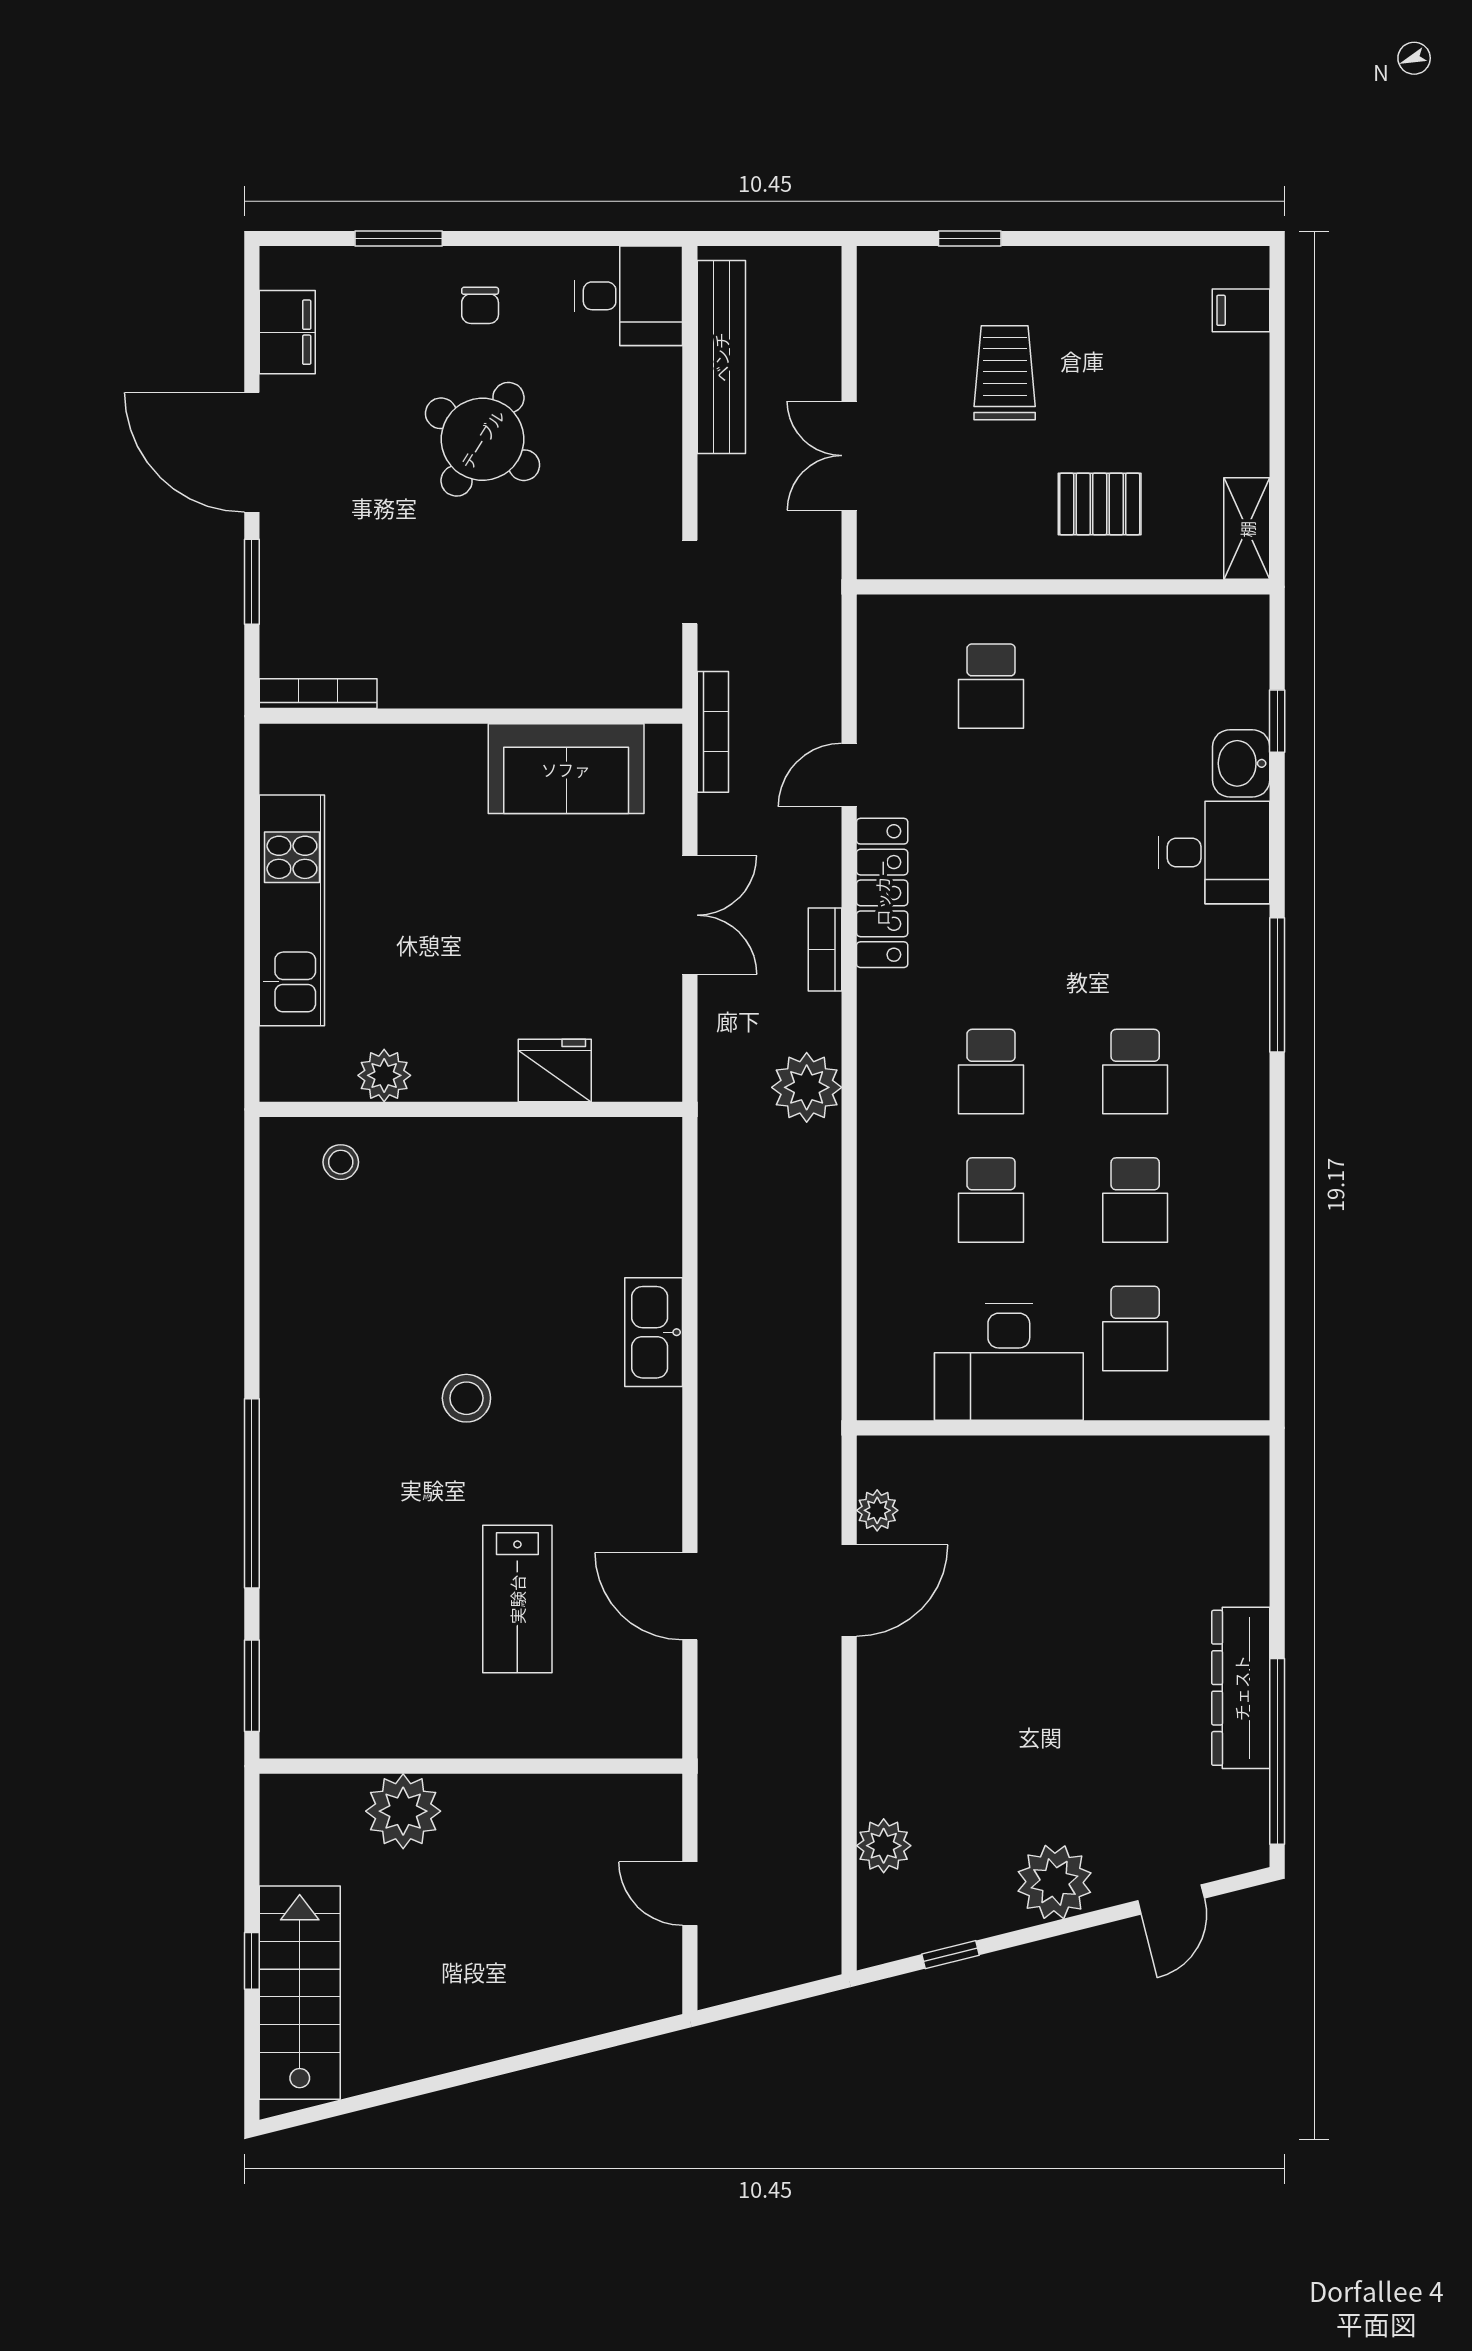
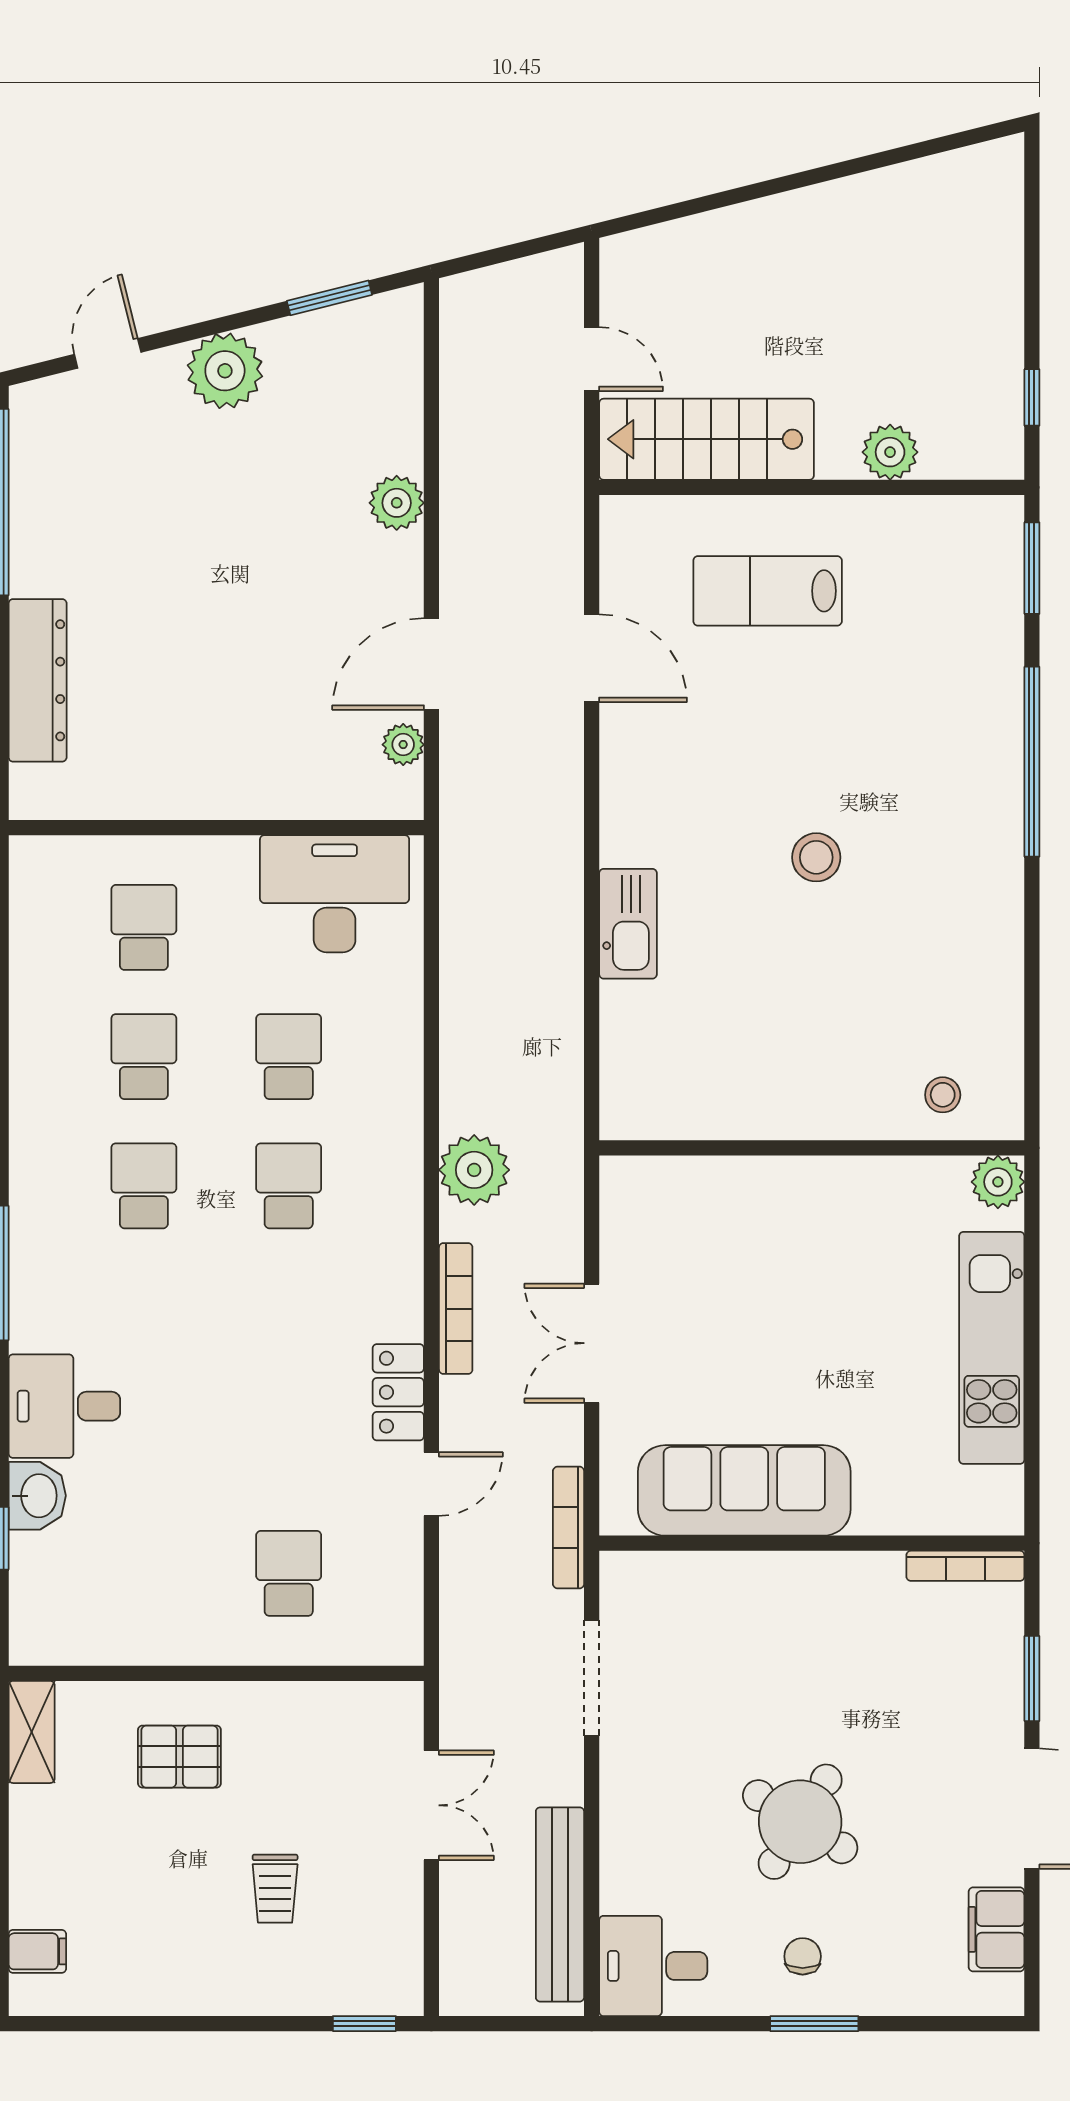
window: (399, 238) -> (814, 2024), moved
window: (970, 238) -> (364, 2024), moved
trolley: (1005, 373) -> (275, 1889), width x0.73, depth x0.72
doorway: (690, 582) -> (592, 1678), width x1.38
sofa: (566, 769) -> (744, 1490), width x1.36
locker: (882, 893) -> (398, 1392), width x0.66
bookcase: (825, 950) -> (456, 1309), width x1.56
fridge: (555, 1070) -> (727, 1187), removed
plant: (384, 1075) -> (998, 1182), moved
desk: (1009, 1362) -> (335, 894), moved
lab bench: (517, 1599) -> (768, 591), moved, turned -90
dresser: (1241, 1688) -> (38, 680), moved
plant: (403, 1811) -> (890, 452), width x0.73, depth x0.73
plant: (884, 1846) -> (397, 503), moved
window: (951, 1955) -> (329, 298), width x1.50
window: (252, 1961) -> (1032, 397), moved
stairs: (300, 1993) -> (707, 439), moved, turned 90

